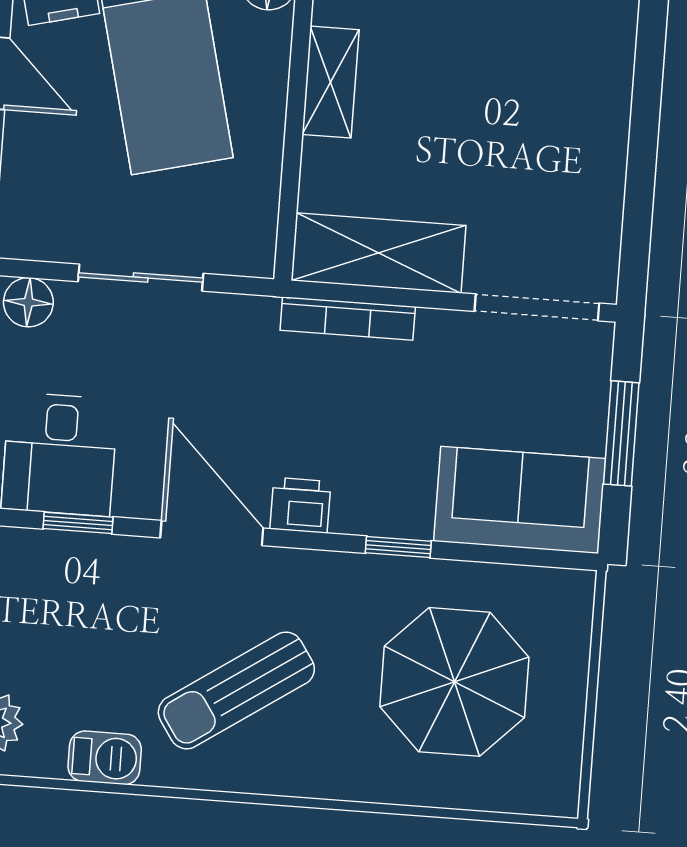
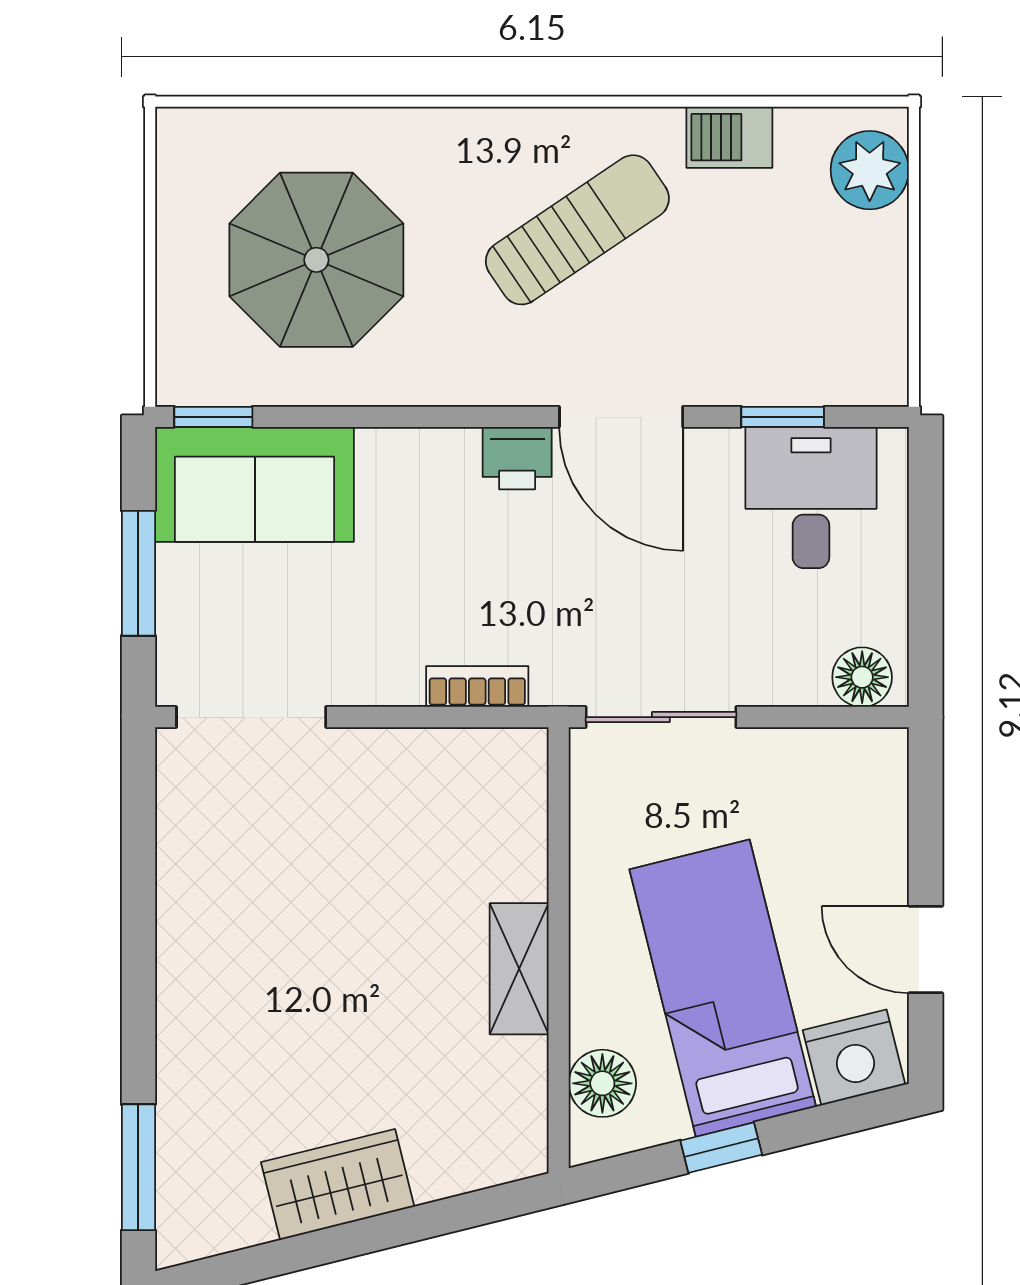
shelving: (378, 253) -> (446, 768), removed
sliding door: (141, 278) -> (661, 717), moved
bookcase: (348, 319) -> (477, 687), width x0.64
window: (398, 547) -> (213, 417), moved

